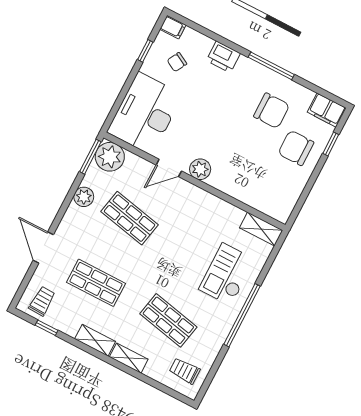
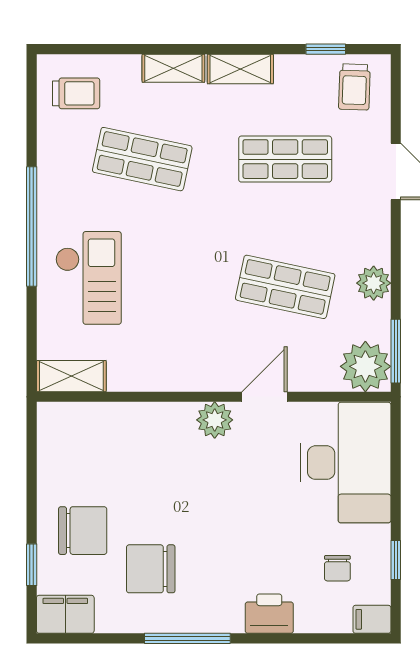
chair: (177, 62) -> (337, 568), turned 151

